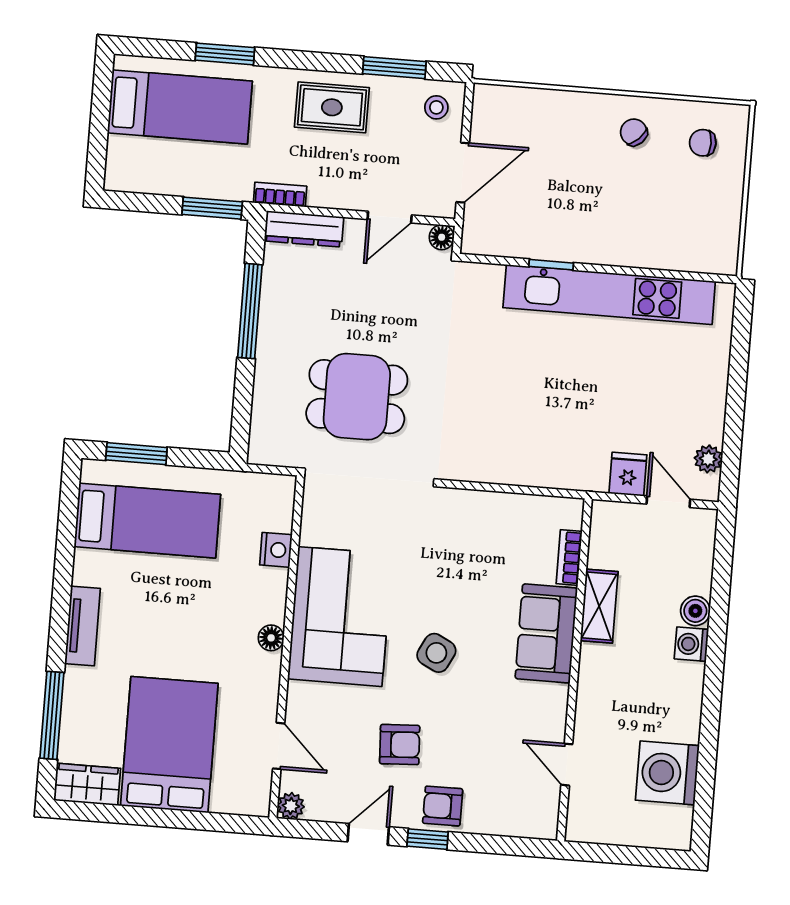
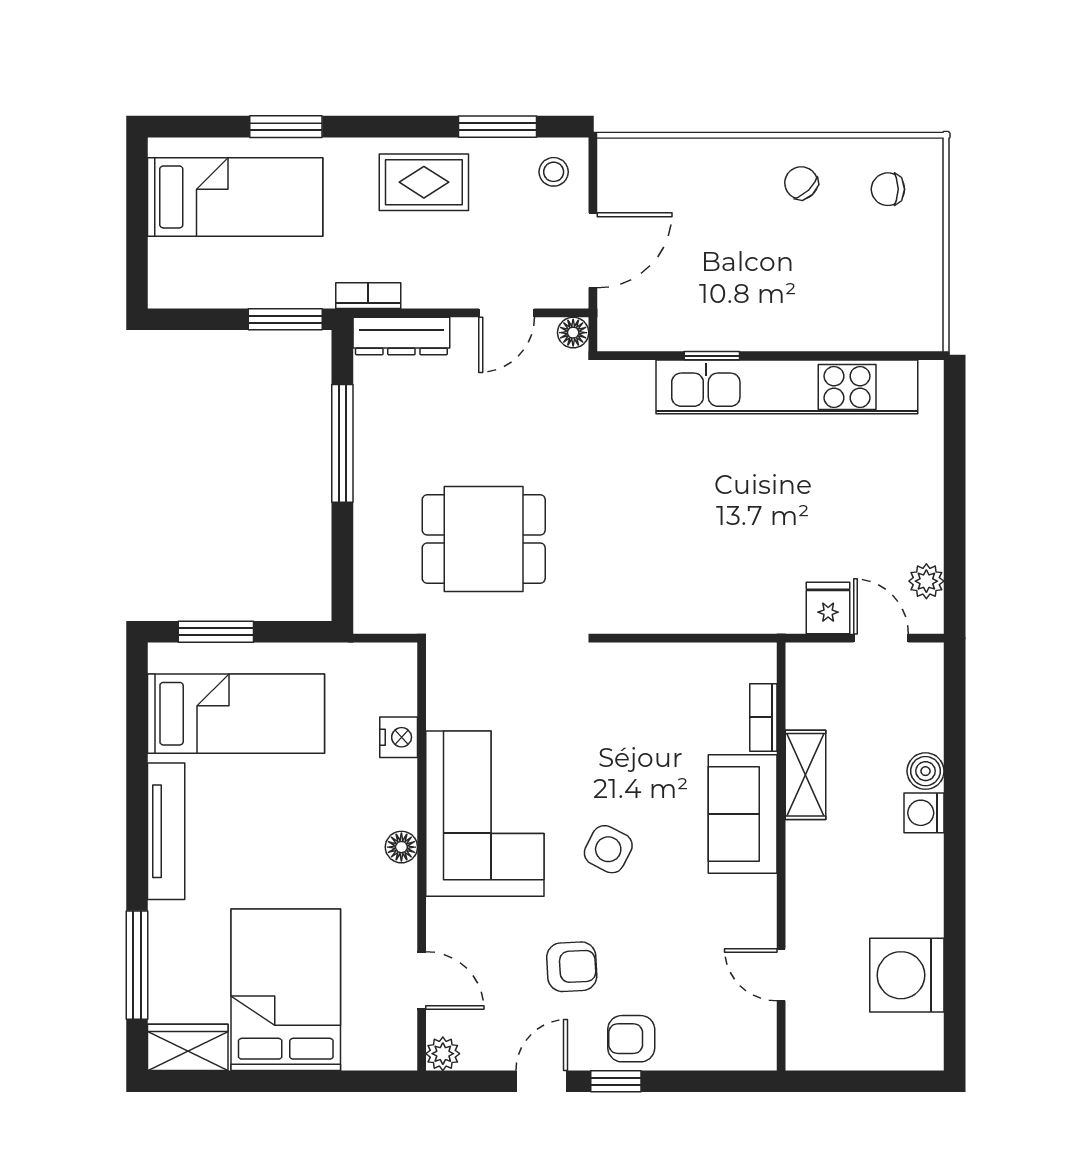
tv unit: (83, 626) -> (166, 831), width x1.41

